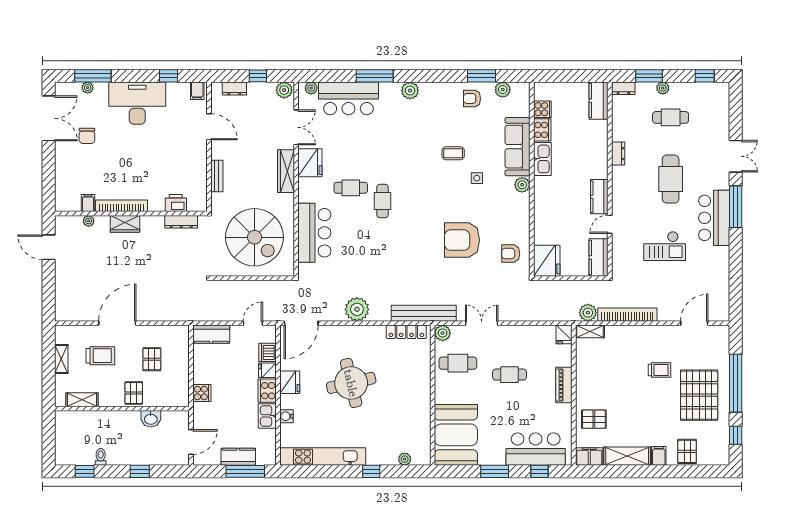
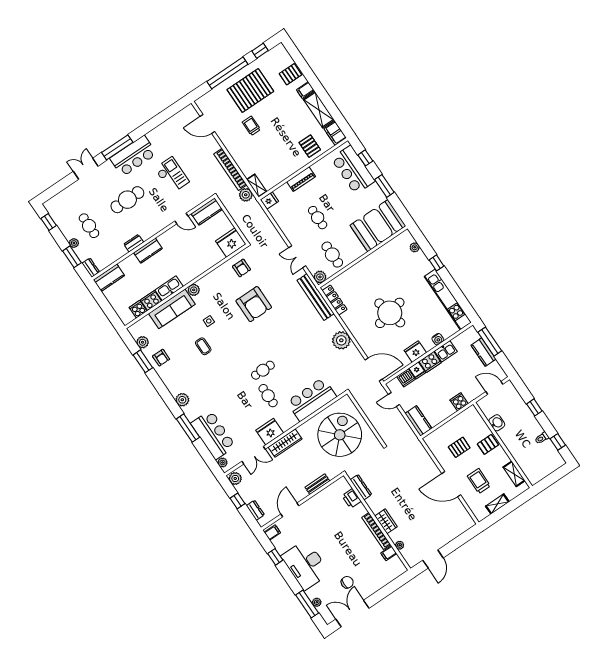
double door: (296, 127) -> (254, 455), swing flipped
kitchen counter: (599, 197) -> (148, 251), moved

